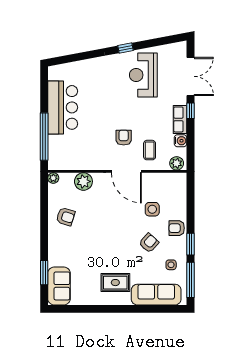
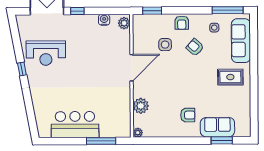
row of seats: (180, 119) -> (85, 20), removed
window: (44, 137) -> (101, 141), width x0.68
armchair: (124, 138) -> (102, 70), removed
coffee table: (150, 150) -> (113, 47), removed
armchair: (66, 217) -> (188, 115), moved, turned 73
window: (191, 244) -> (152, 11), moved
rug: (115, 283) -> (230, 77), turned 90
sofa: (59, 286) -> (217, 127), moved

